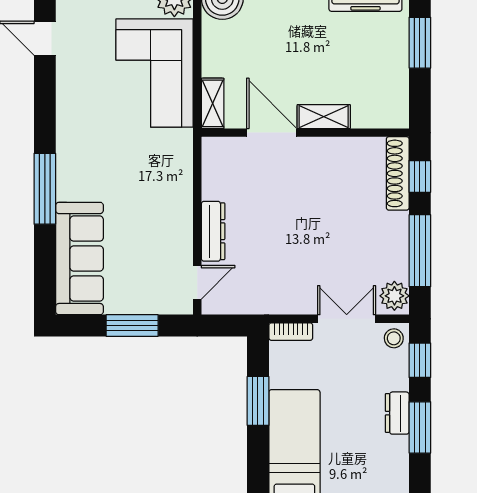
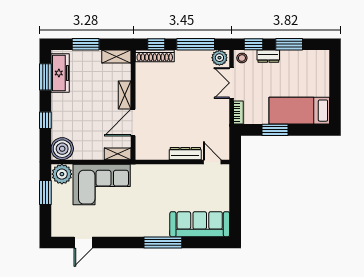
shelving: (397, 101) -> (116, 56), added
window: (132, 326) -> (235, 196), removed
dresser: (397, 413) -> (268, 56), moved

